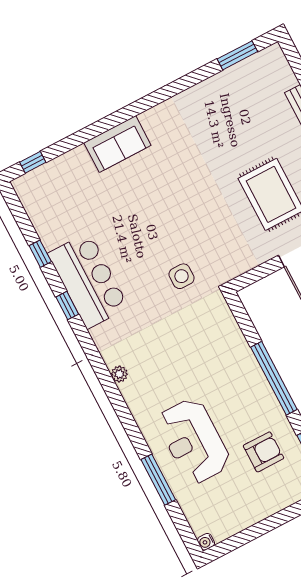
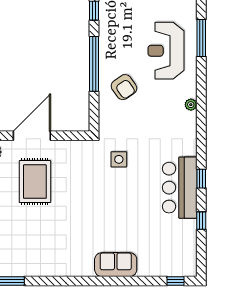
plant: (119, 374) -> (191, 105), moved
reception desk: (194, 441) -> (166, 51), turned 180
armchair: (264, 452) -> (124, 87), moved, turned -125

